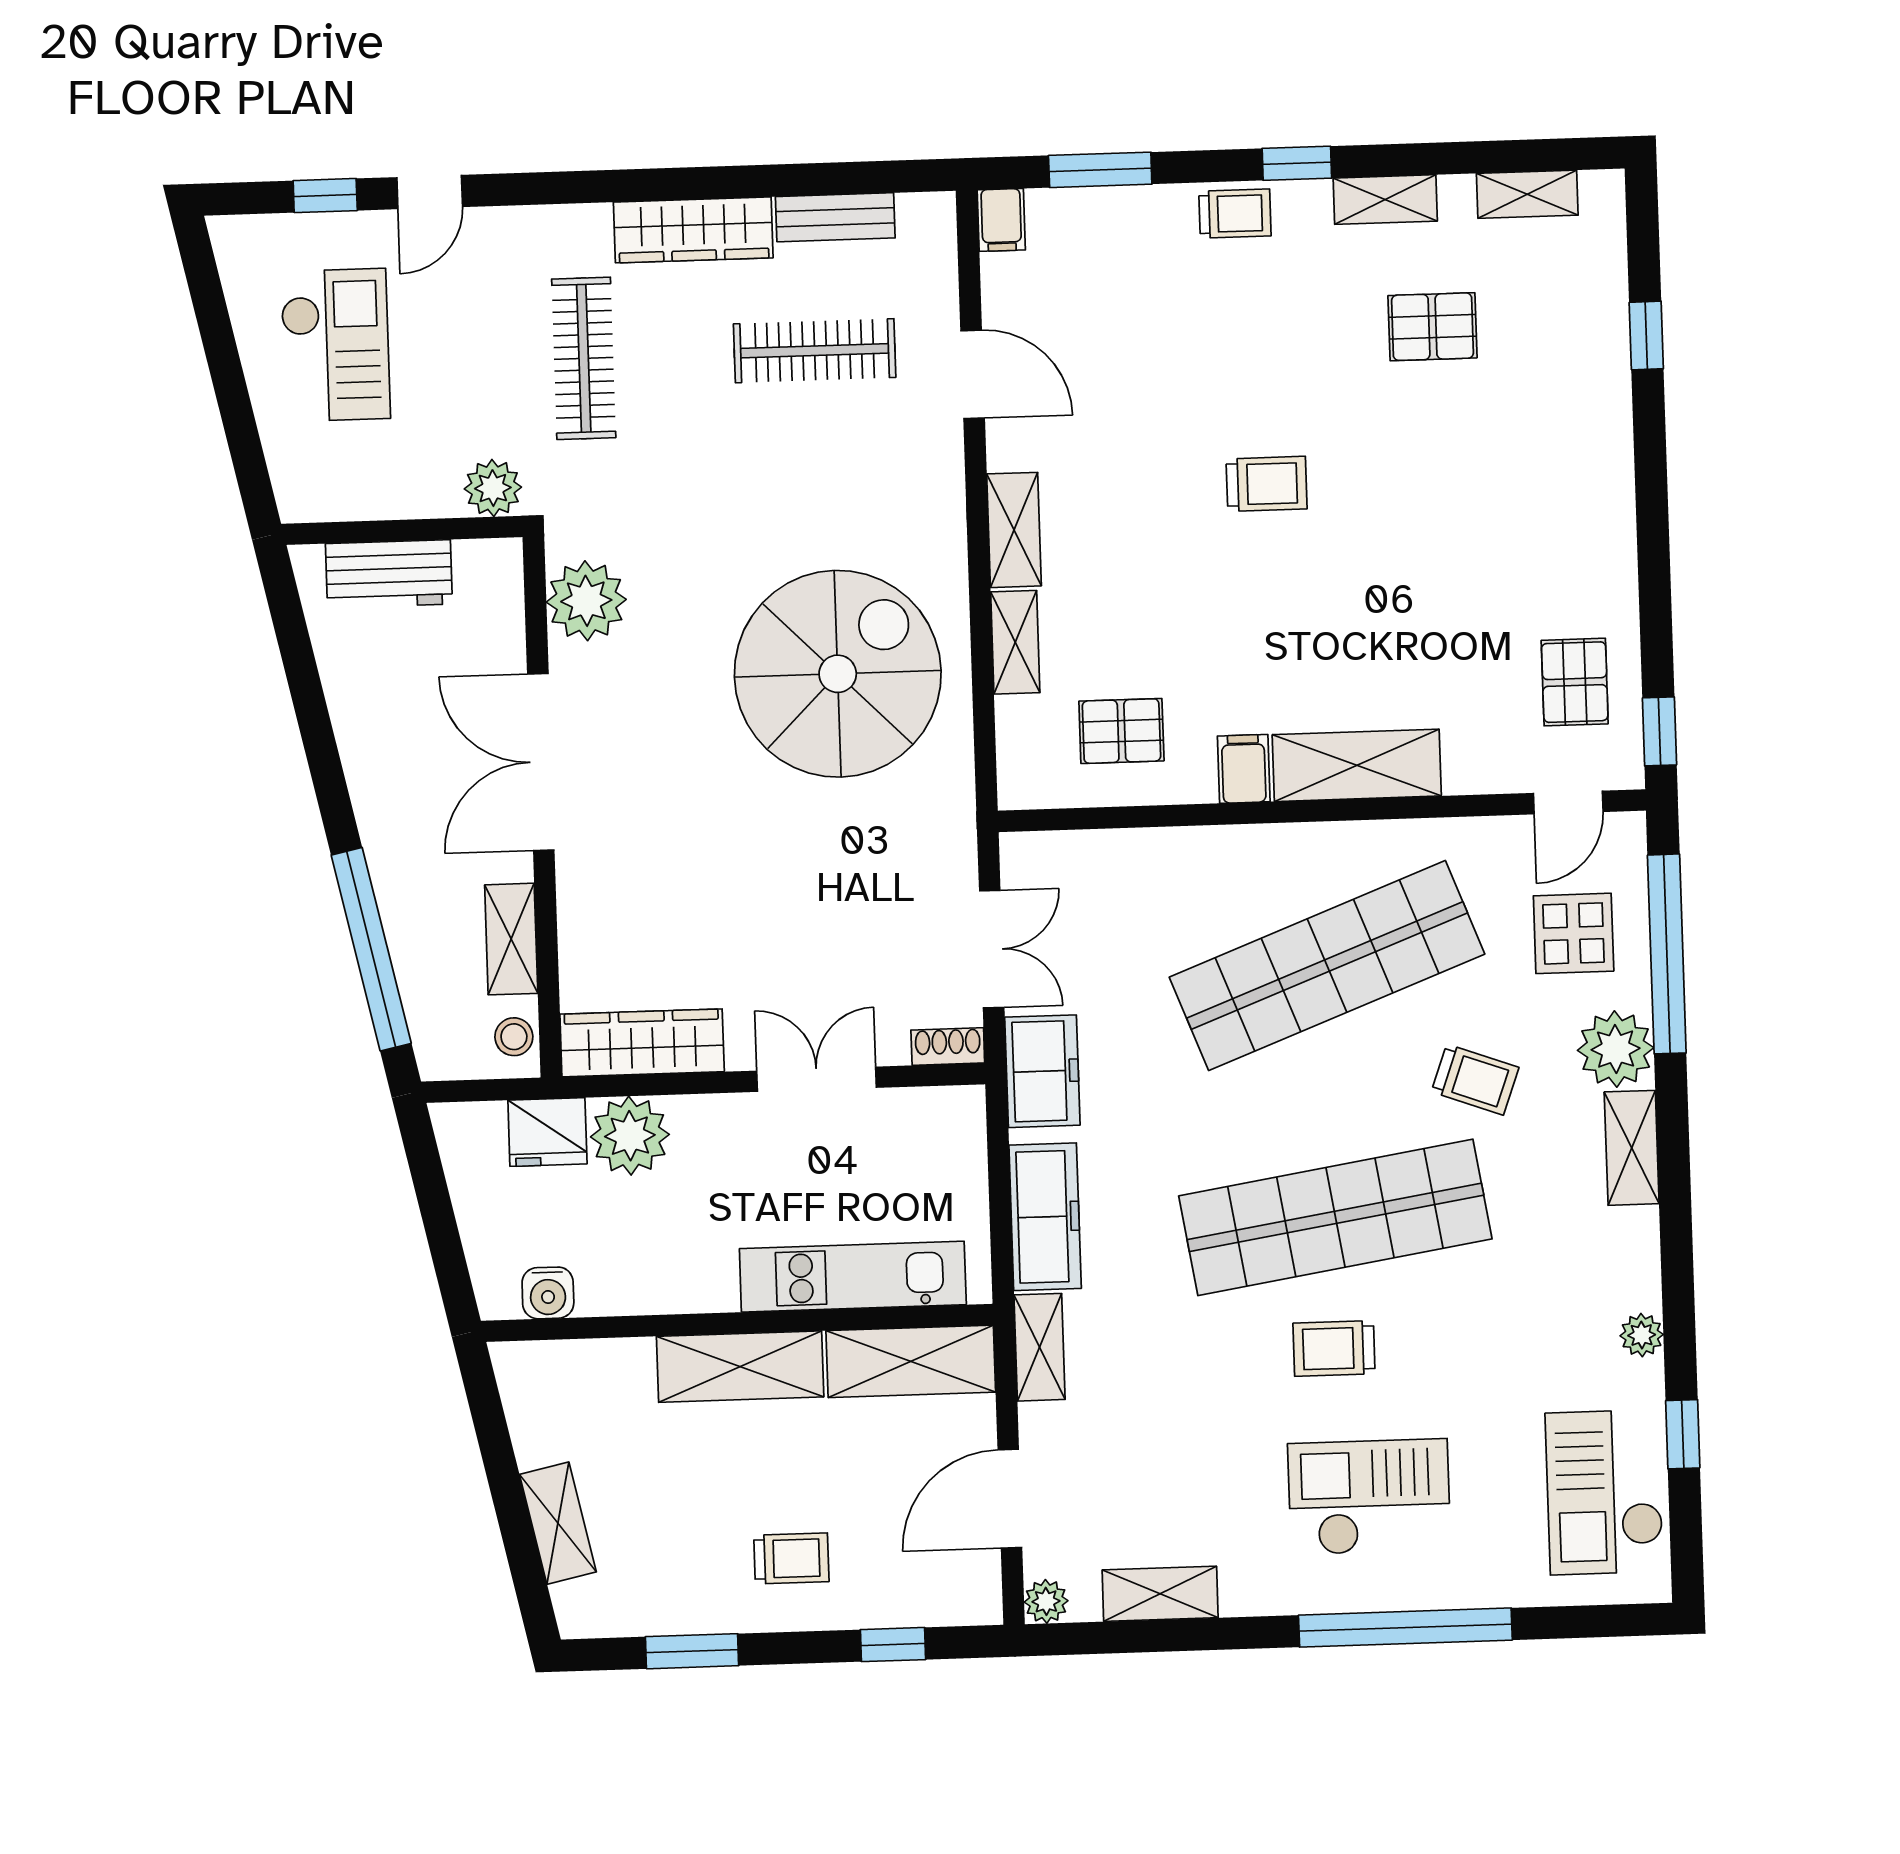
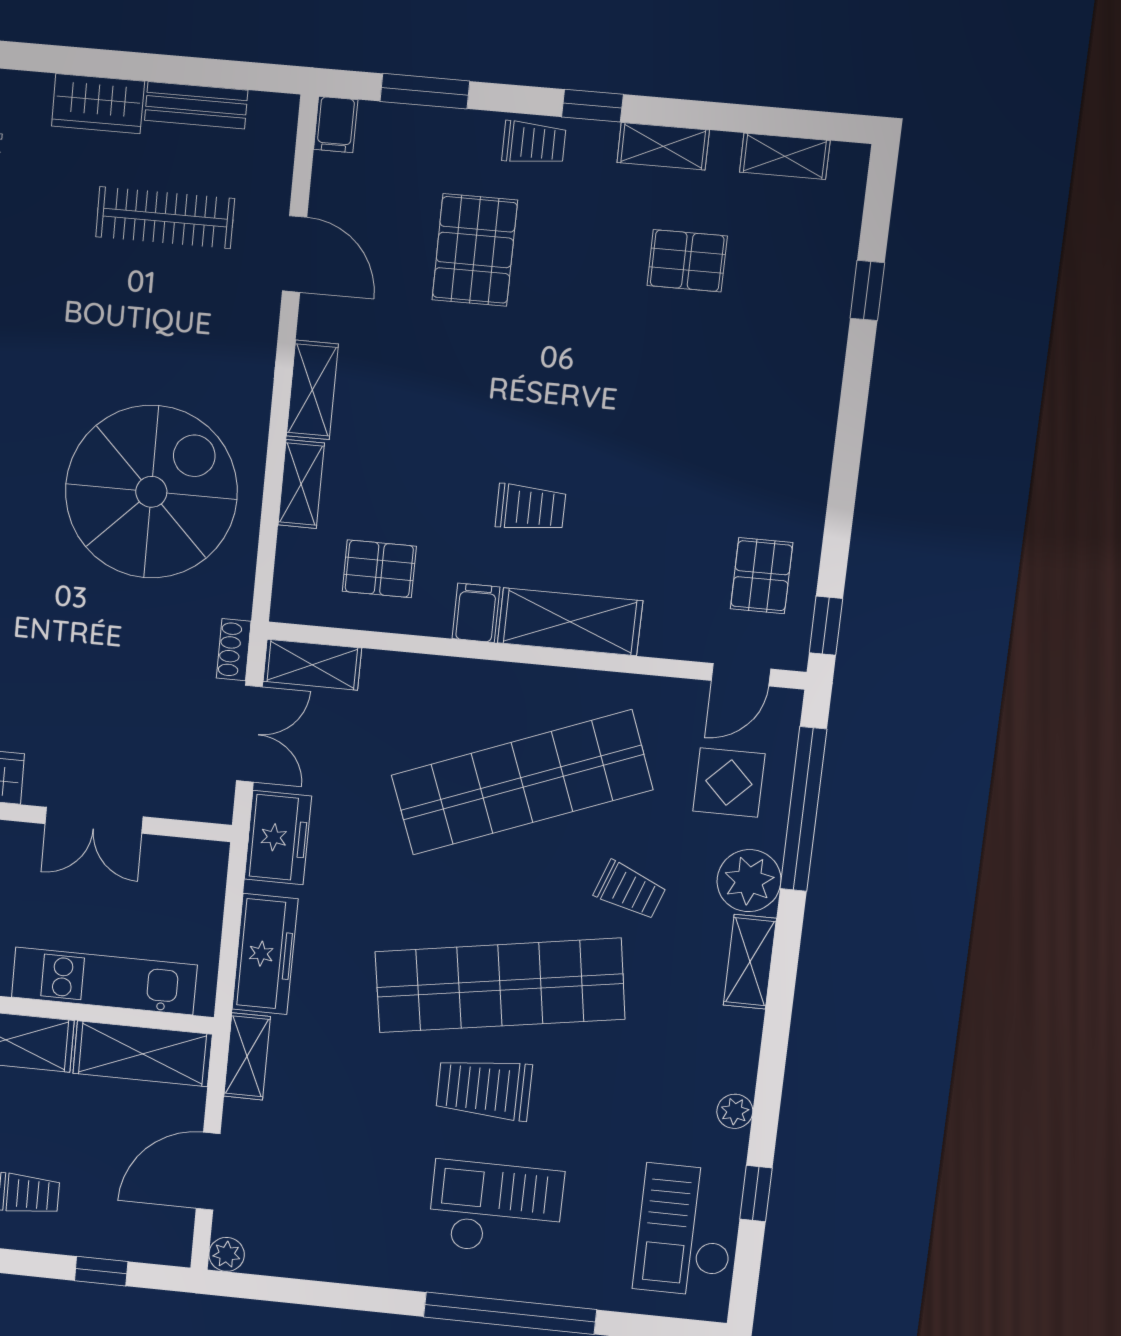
wardrobe: (693, 230) -> (98, 104), width x0.67
pallet: (1183, 344) -> (475, 250), added
trolley: (1267, 484) -> (531, 508), moved
shoe rack: (948, 1046) -> (234, 650), moved, turned -90
double door: (816, 1079) -> (94, 820), swing flipped
trolley: (1334, 1348) -> (484, 1089), width x1.36, depth x1.39
shelving: (1160, 1594) -> (312, 665), moved

